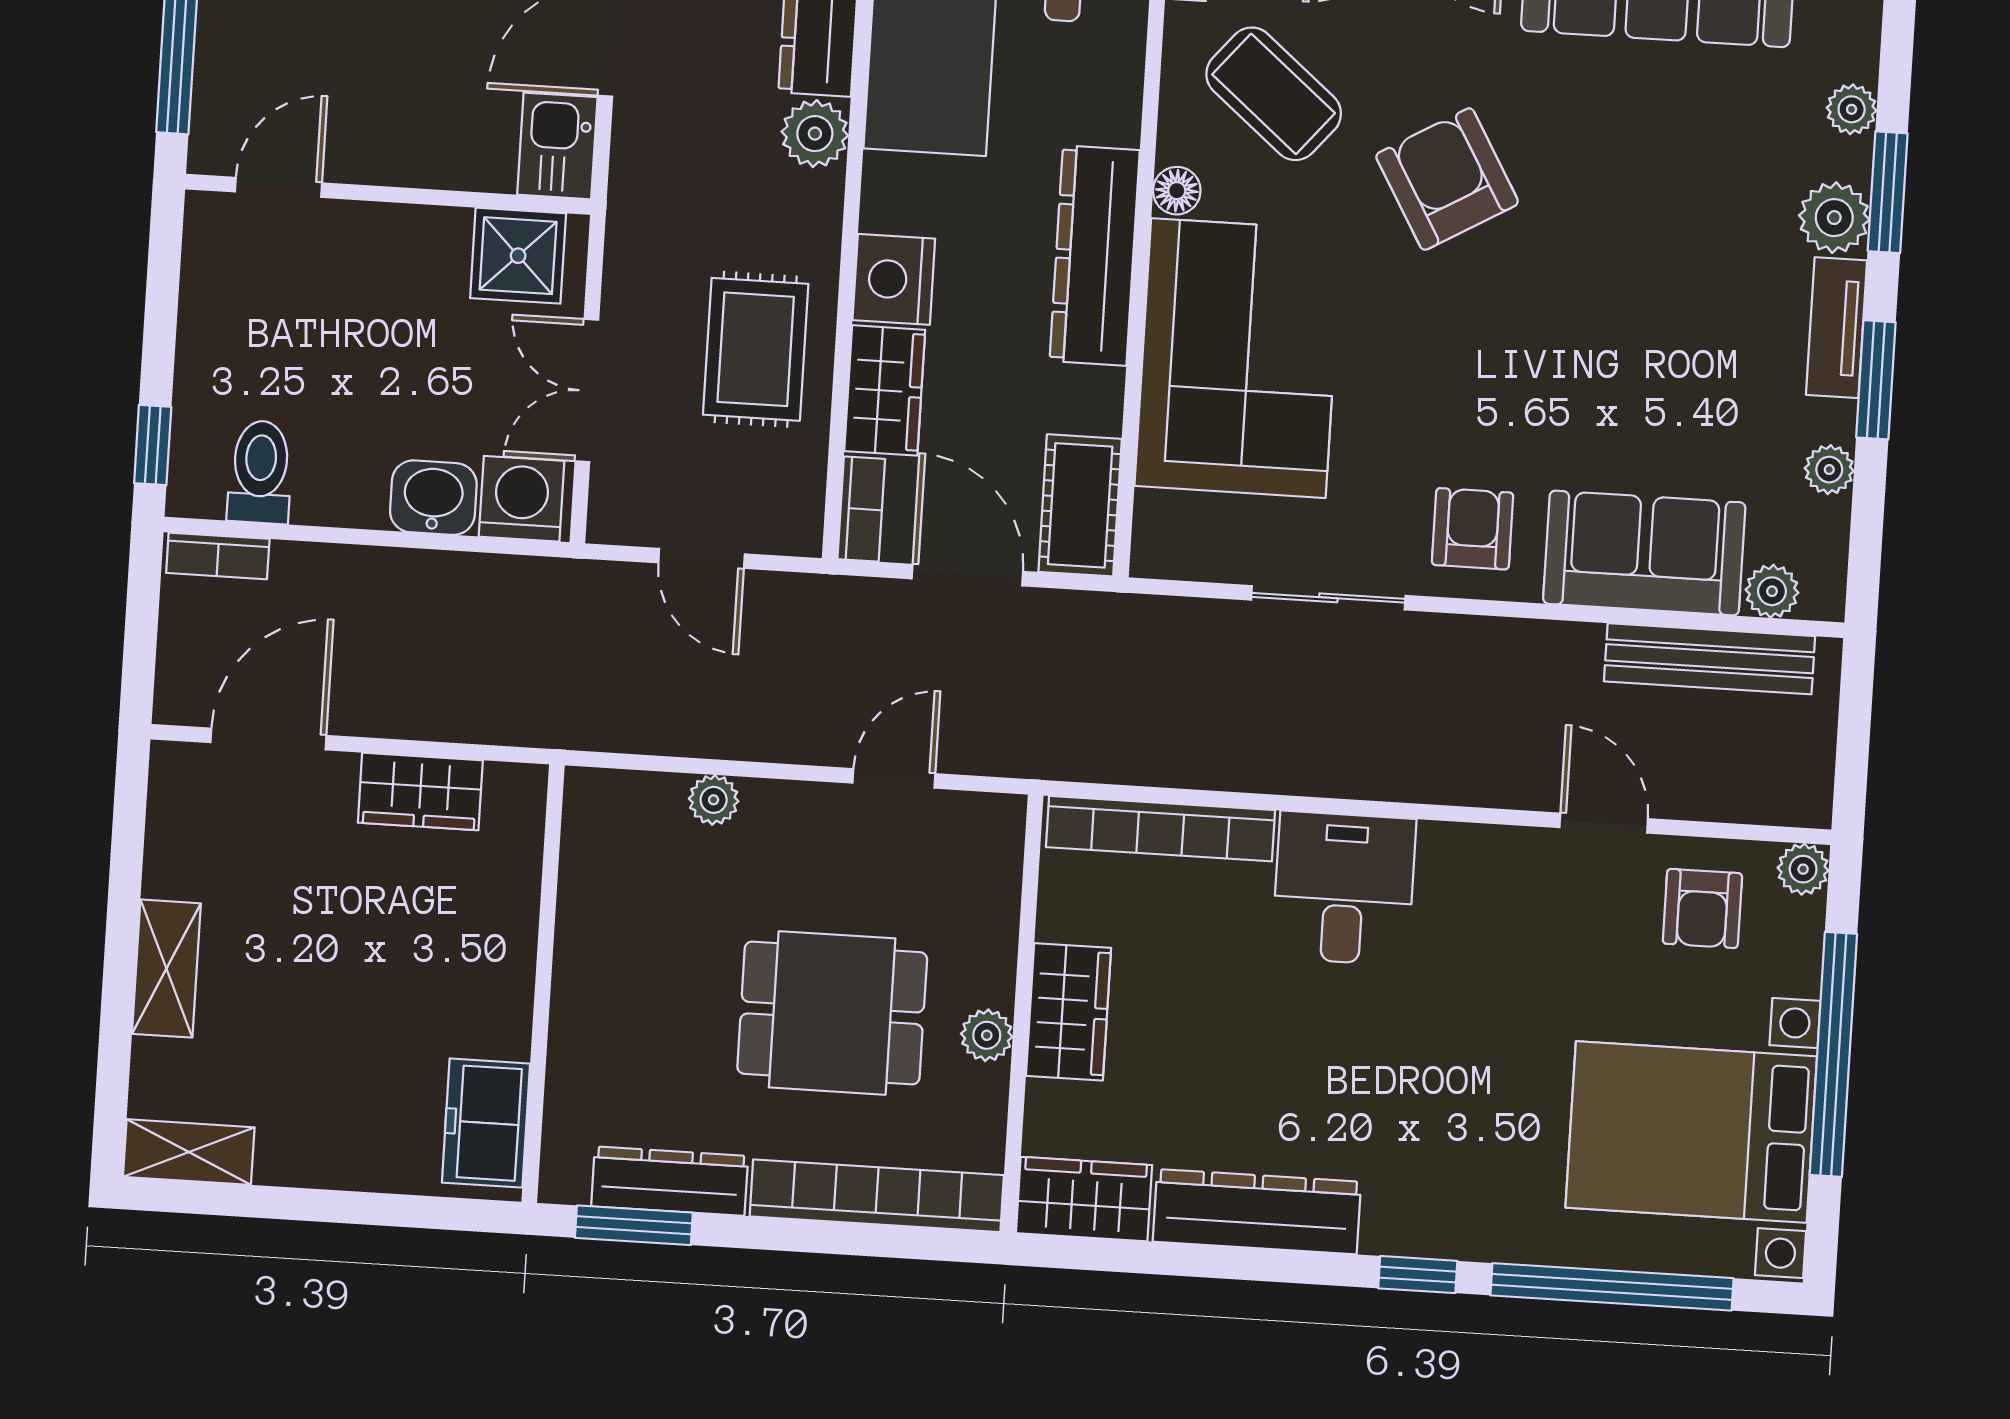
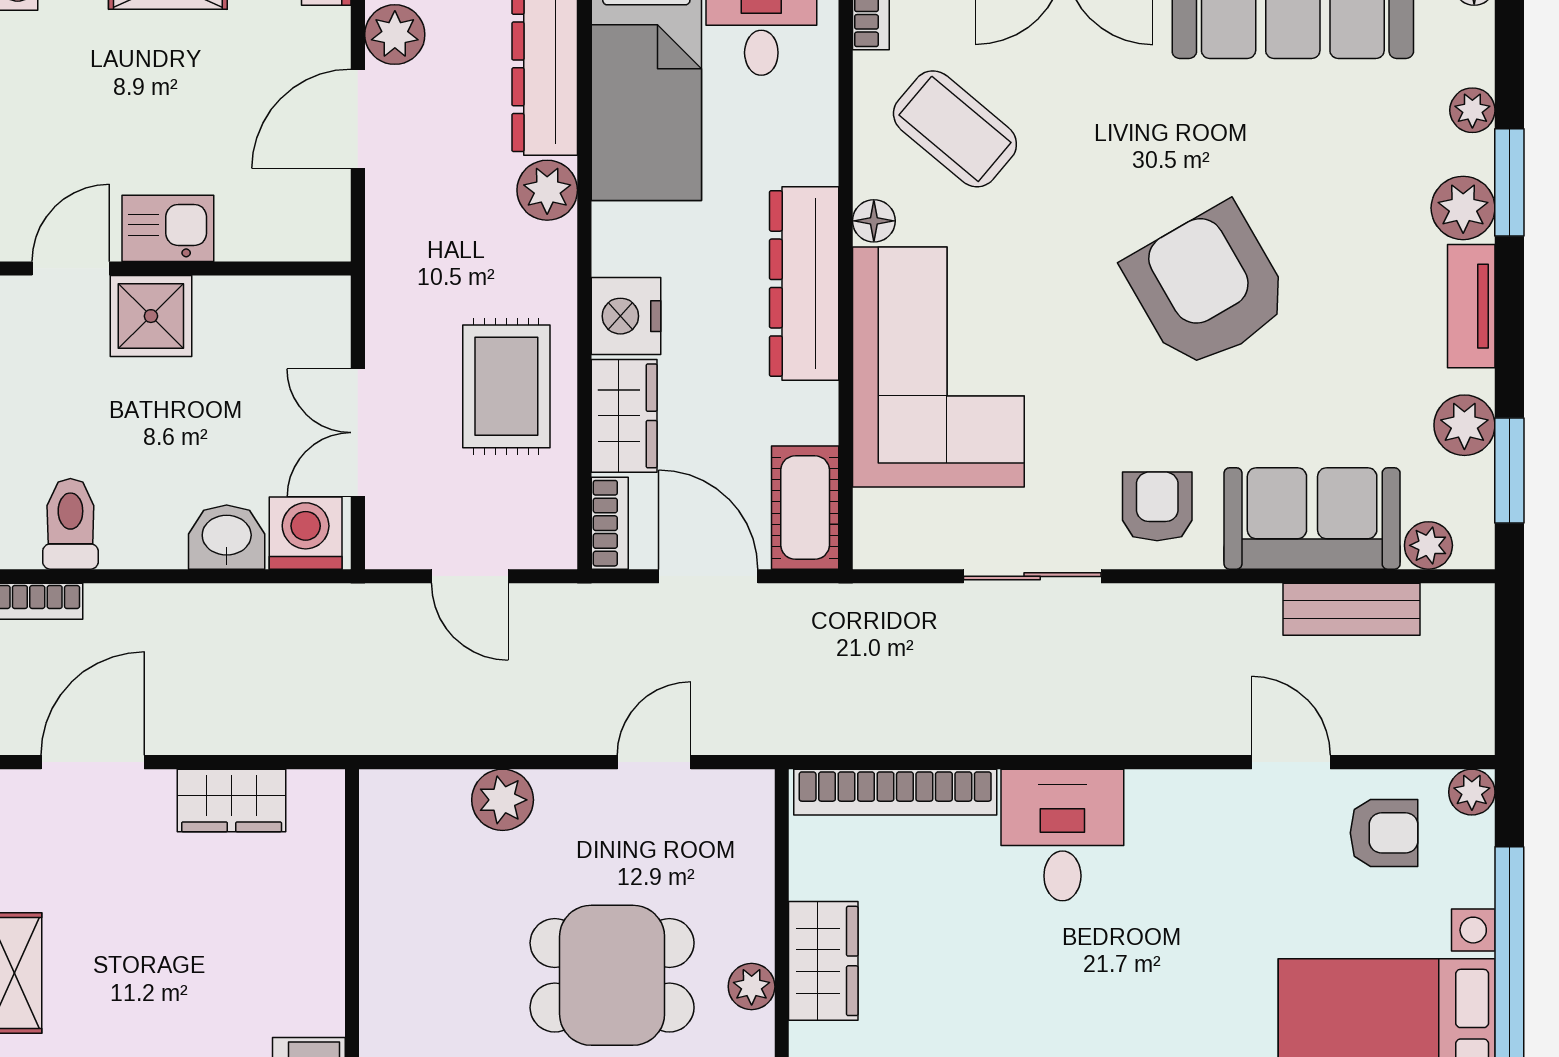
kitchen sink: (557, 146) -> (168, 228), moved, turned 90
armchair: (1447, 179) -> (1208, 287), moved, width x1.36, depth x1.36
shower: (518, 256) -> (151, 316), moved
window: (1876, 380) -> (1509, 470), moved
plant: (1829, 470) -> (1464, 425), width x1.38, depth x1.38
bench: (1710, 659) -> (1352, 609), width x0.73
plant: (714, 800) -> (503, 800), width x1.38, depth x1.38
armchair: (1702, 908) -> (1384, 833), turned -90

